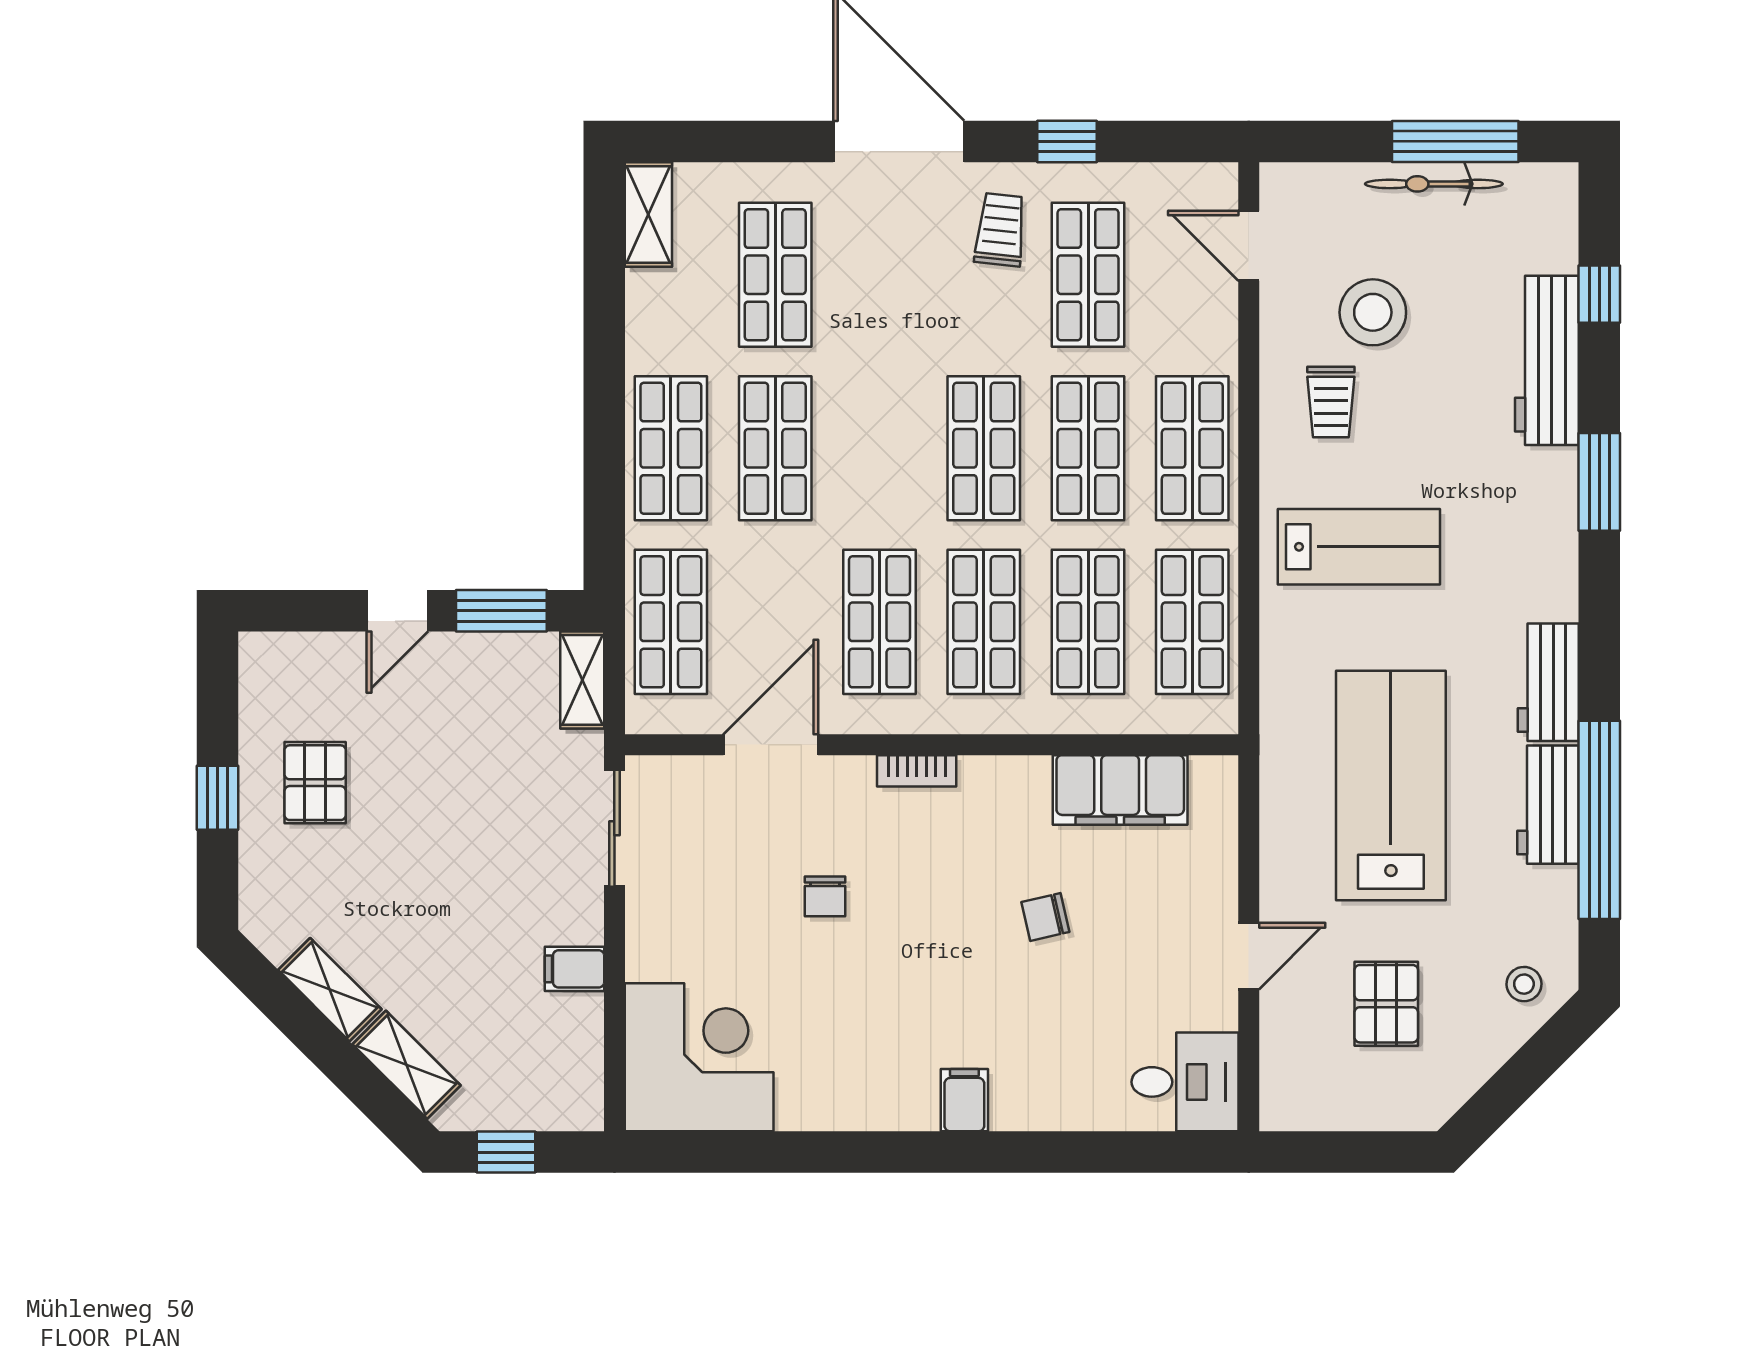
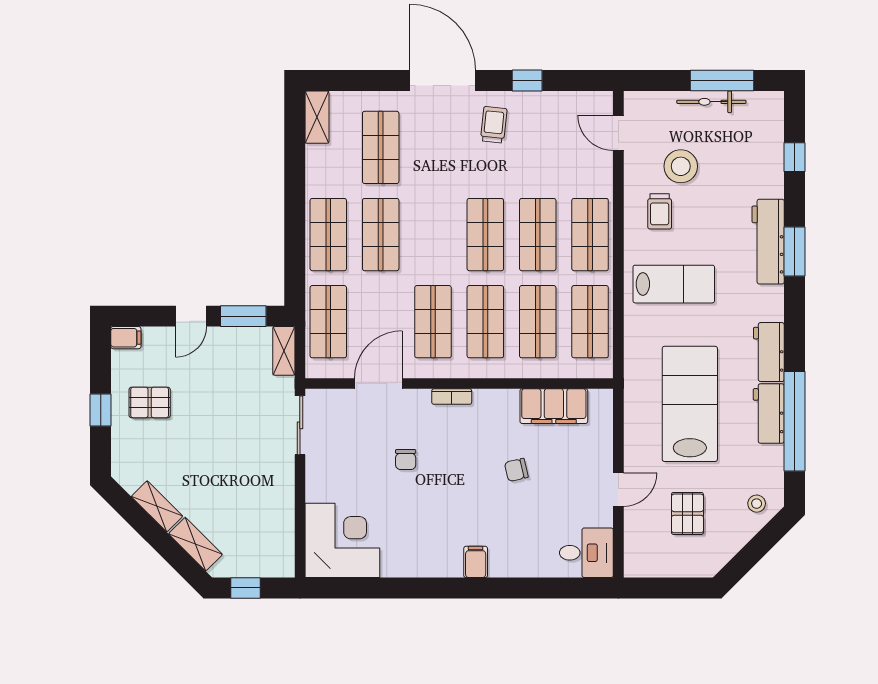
shop shelf: (1088, 275) -> (538, 147), removed
workbench: (1547, 360) -> (768, 242), moved
pallet: (315, 783) -> (150, 402), turned 90
filing cabinet: (574, 969) -> (126, 338), moved, turned 180

